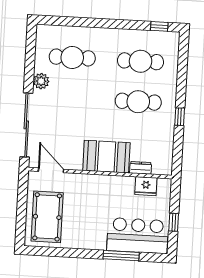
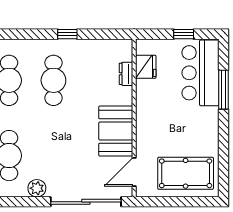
booth: (106, 157) -> (116, 131), moved

